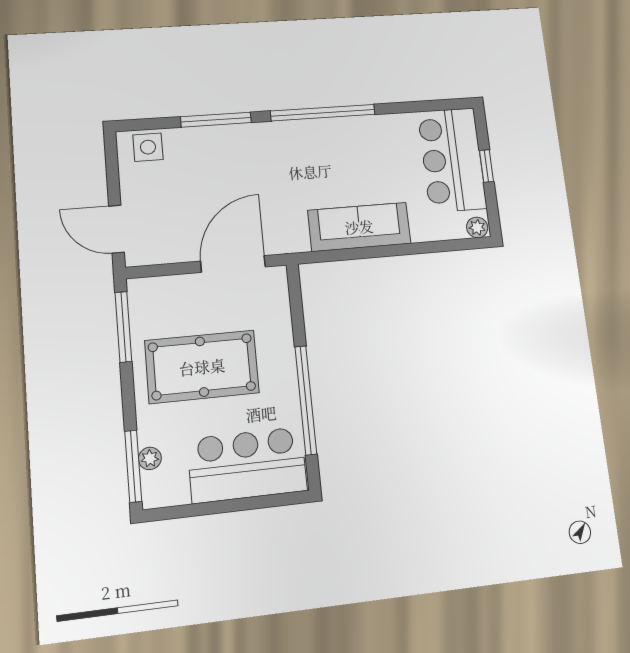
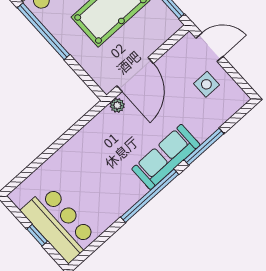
side table: (148, 147) -> (206, 84), moved
sofa: (359, 227) -> (166, 157), moved, turned 180
plant: (477, 227) -> (117, 105), moved

